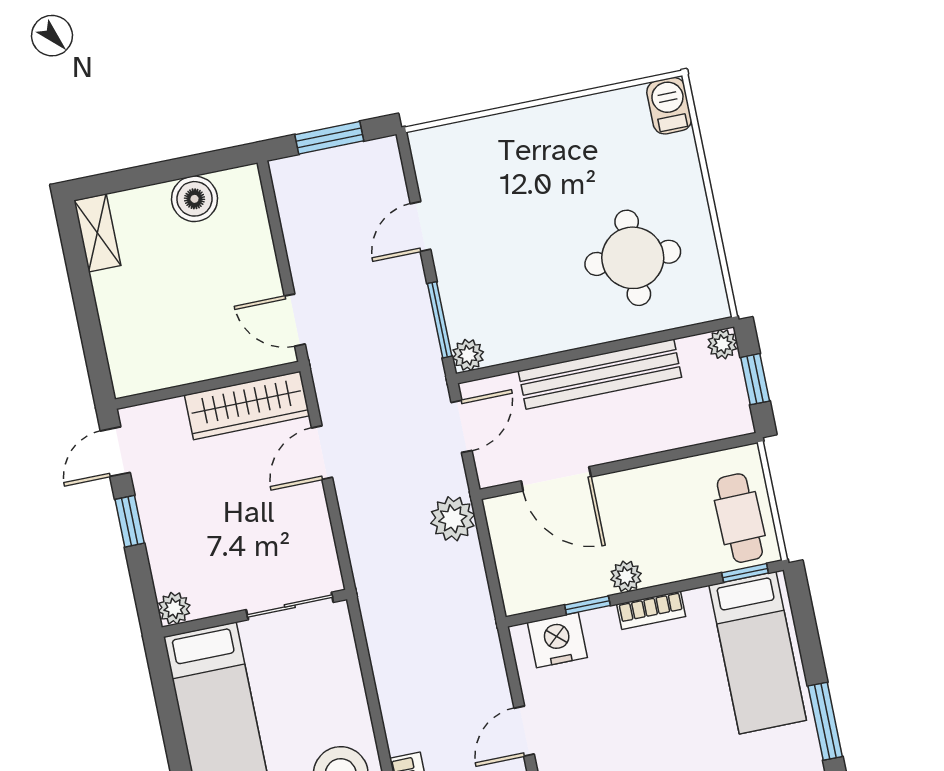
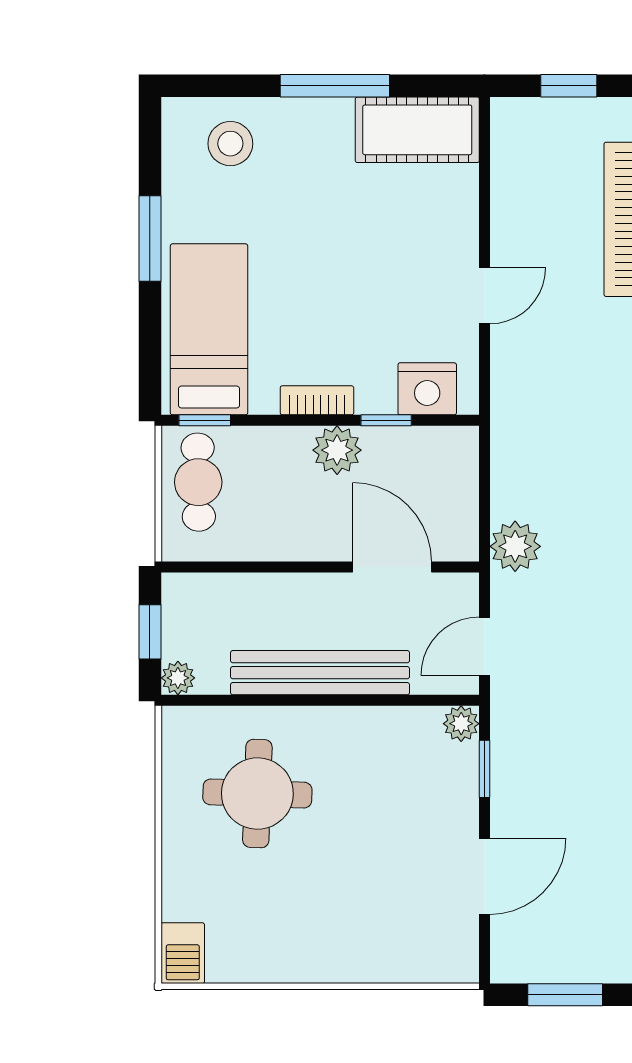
door: (421, 226) -> (484, 876), width x1.38
window: (440, 320) -> (484, 769), width x0.67
plant: (626, 576) -> (337, 450), width x1.38, depth x1.38

